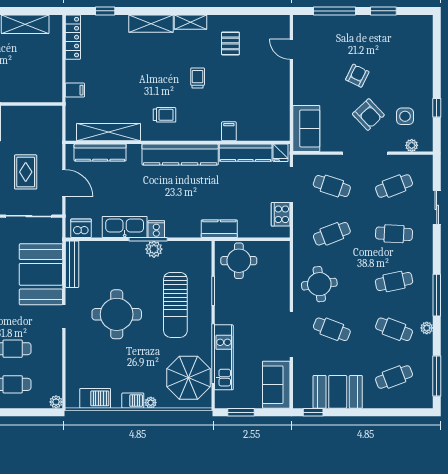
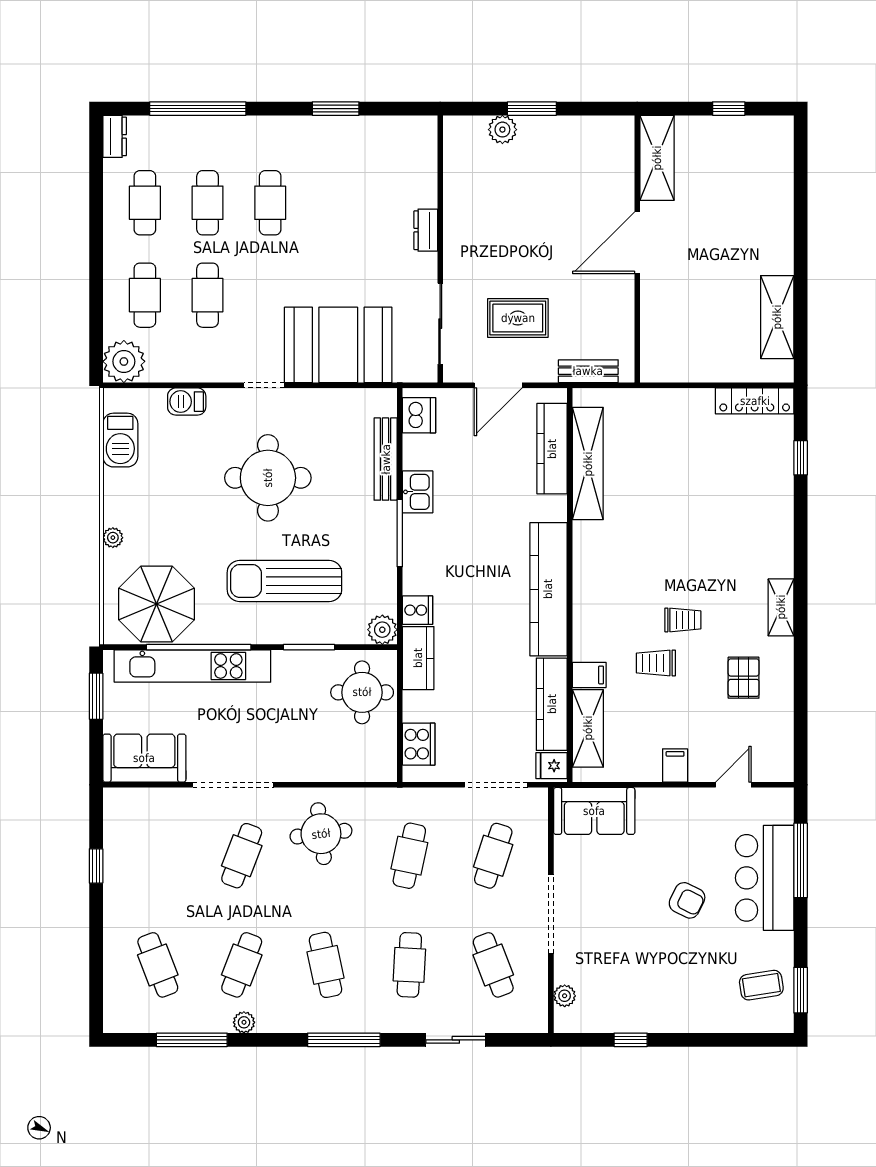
window: (383, 11) -> (801, 990), moved
shelving: (151, 24) -> (588, 728), moved
bar counter: (344, 31) -> (765, 878), added
coffee table: (406, 33) -> (761, 985), added
pallet: (230, 43) -> (744, 678), turned 90
filing cabinet: (75, 90) -> (675, 765), moved, turned 180
trolley: (165, 115) -> (656, 663), moved, turned 90
armchair: (368, 115) -> (619, 920), removed
side table: (405, 116) -> (616, 984), removed
bench: (56, 132) -> (588, 371), added
cooker: (281, 214) -> (419, 744), moved, turned 90
kitchen sink: (125, 227) -> (418, 492), width x0.53, depth x0.81
cooker: (156, 229) -> (417, 610), moved
cafe table: (332, 234) -> (409, 856), turned 33
plant: (154, 249) -> (382, 630), moved
bench: (72, 264) -> (386, 459), moved, turned 90
window: (437, 295) -> (344, 1040), moved
kitchen unit: (224, 357) -> (192, 666), width x1.36
window: (437, 376) -> (192, 1040), moved
booth: (338, 392) -> (132, 866), removed
barbecue: (133, 401) -> (187, 402), moved, turned 90
plant: (56, 402) -> (124, 361), width x1.88, depth x1.88
window: (313, 412) -> (96, 866), moved

